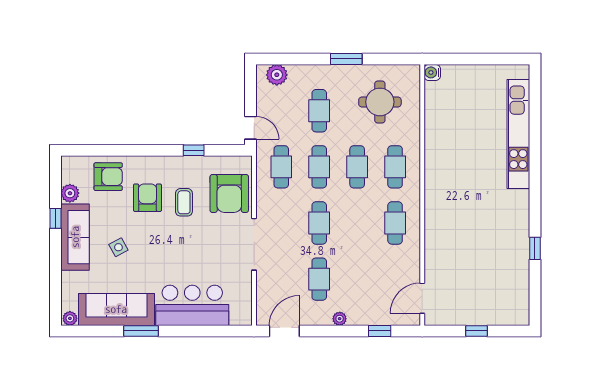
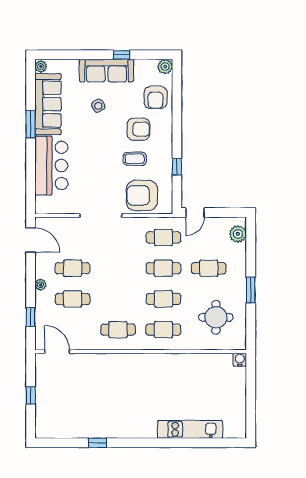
kitchen unit: (518, 134) -> (190, 429), width x0.73
plant: (70, 193) -> (165, 67), moved
cafe table: (319, 223) -> (73, 299), moved

